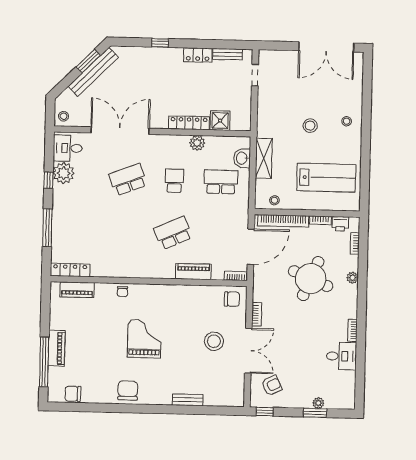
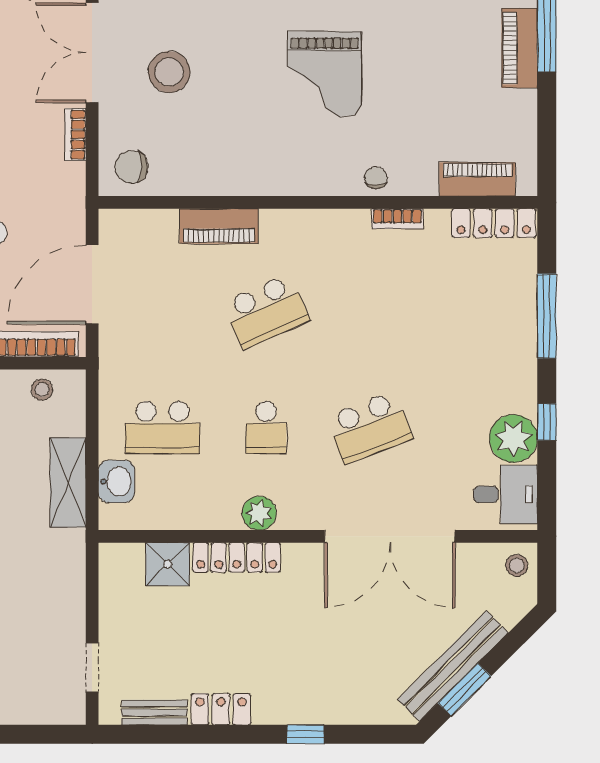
plant: (197, 143) -> (259, 513), moved
bookcase: (236, 276) -> (397, 219), moved

